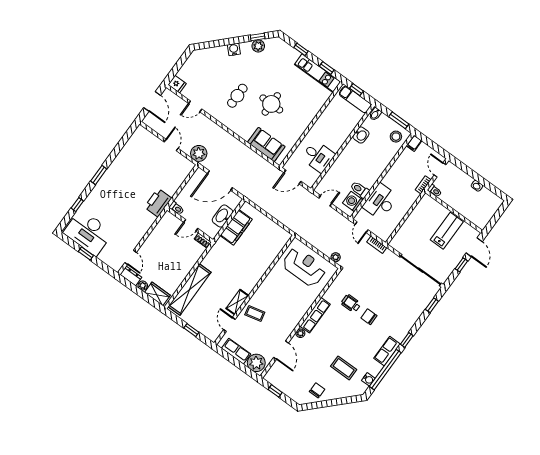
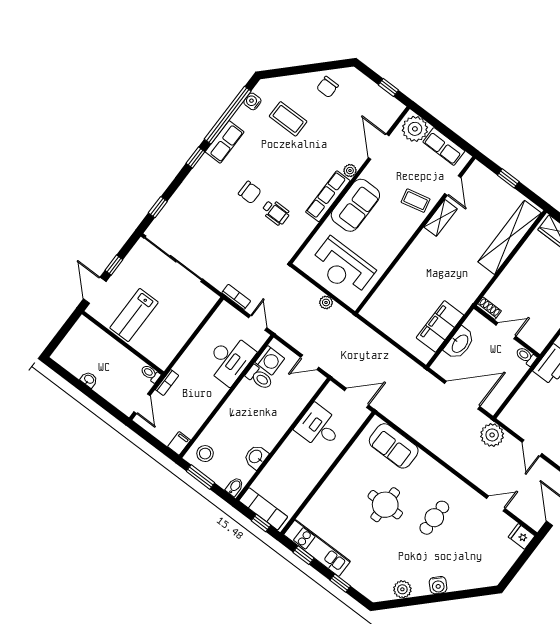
window: (258, 37) -> (403, 602), removed
plant: (336, 257) -> (326, 302), moved
sofa: (296, 309) -> (355, 205), added

